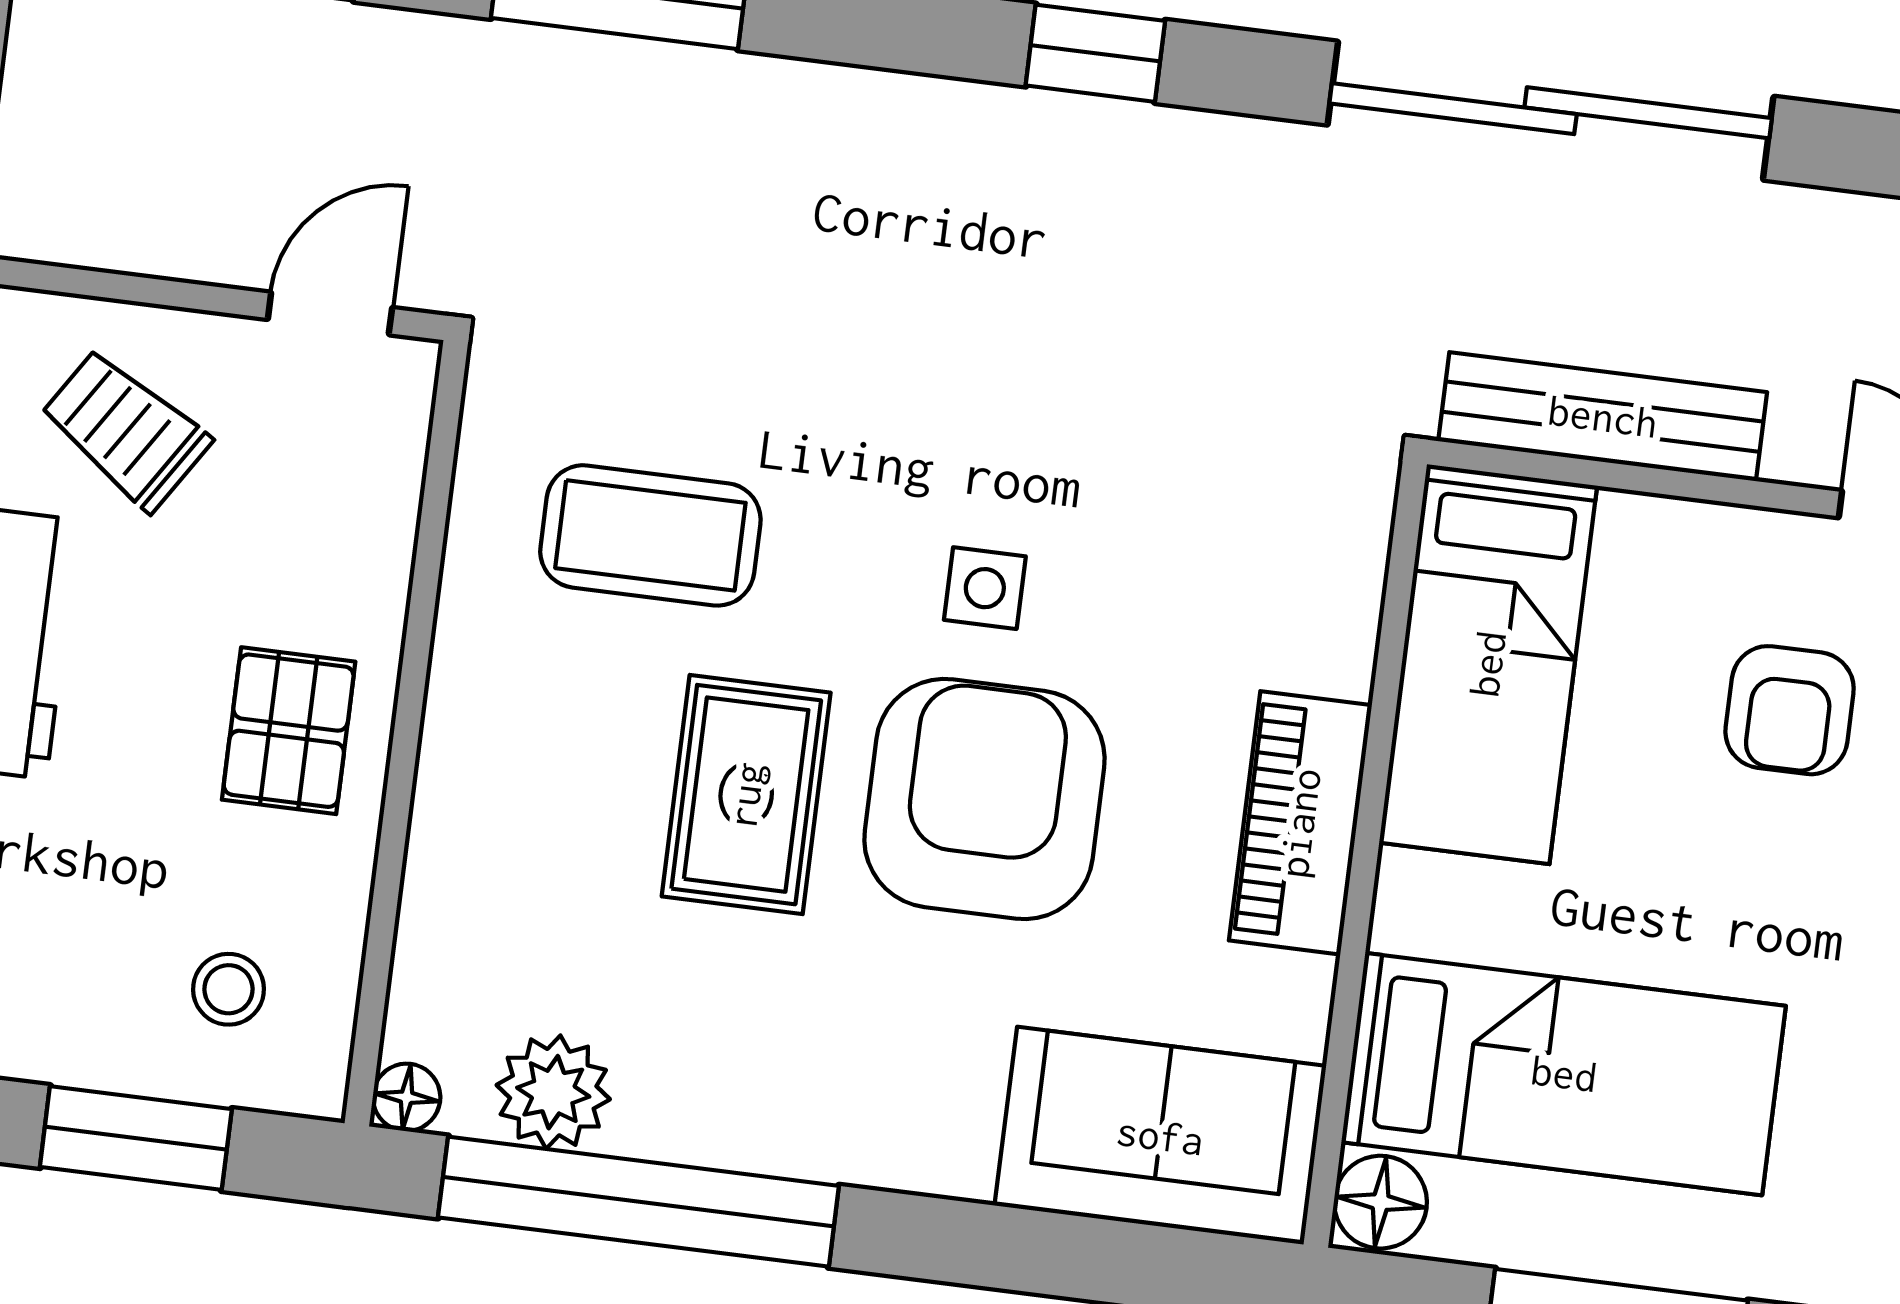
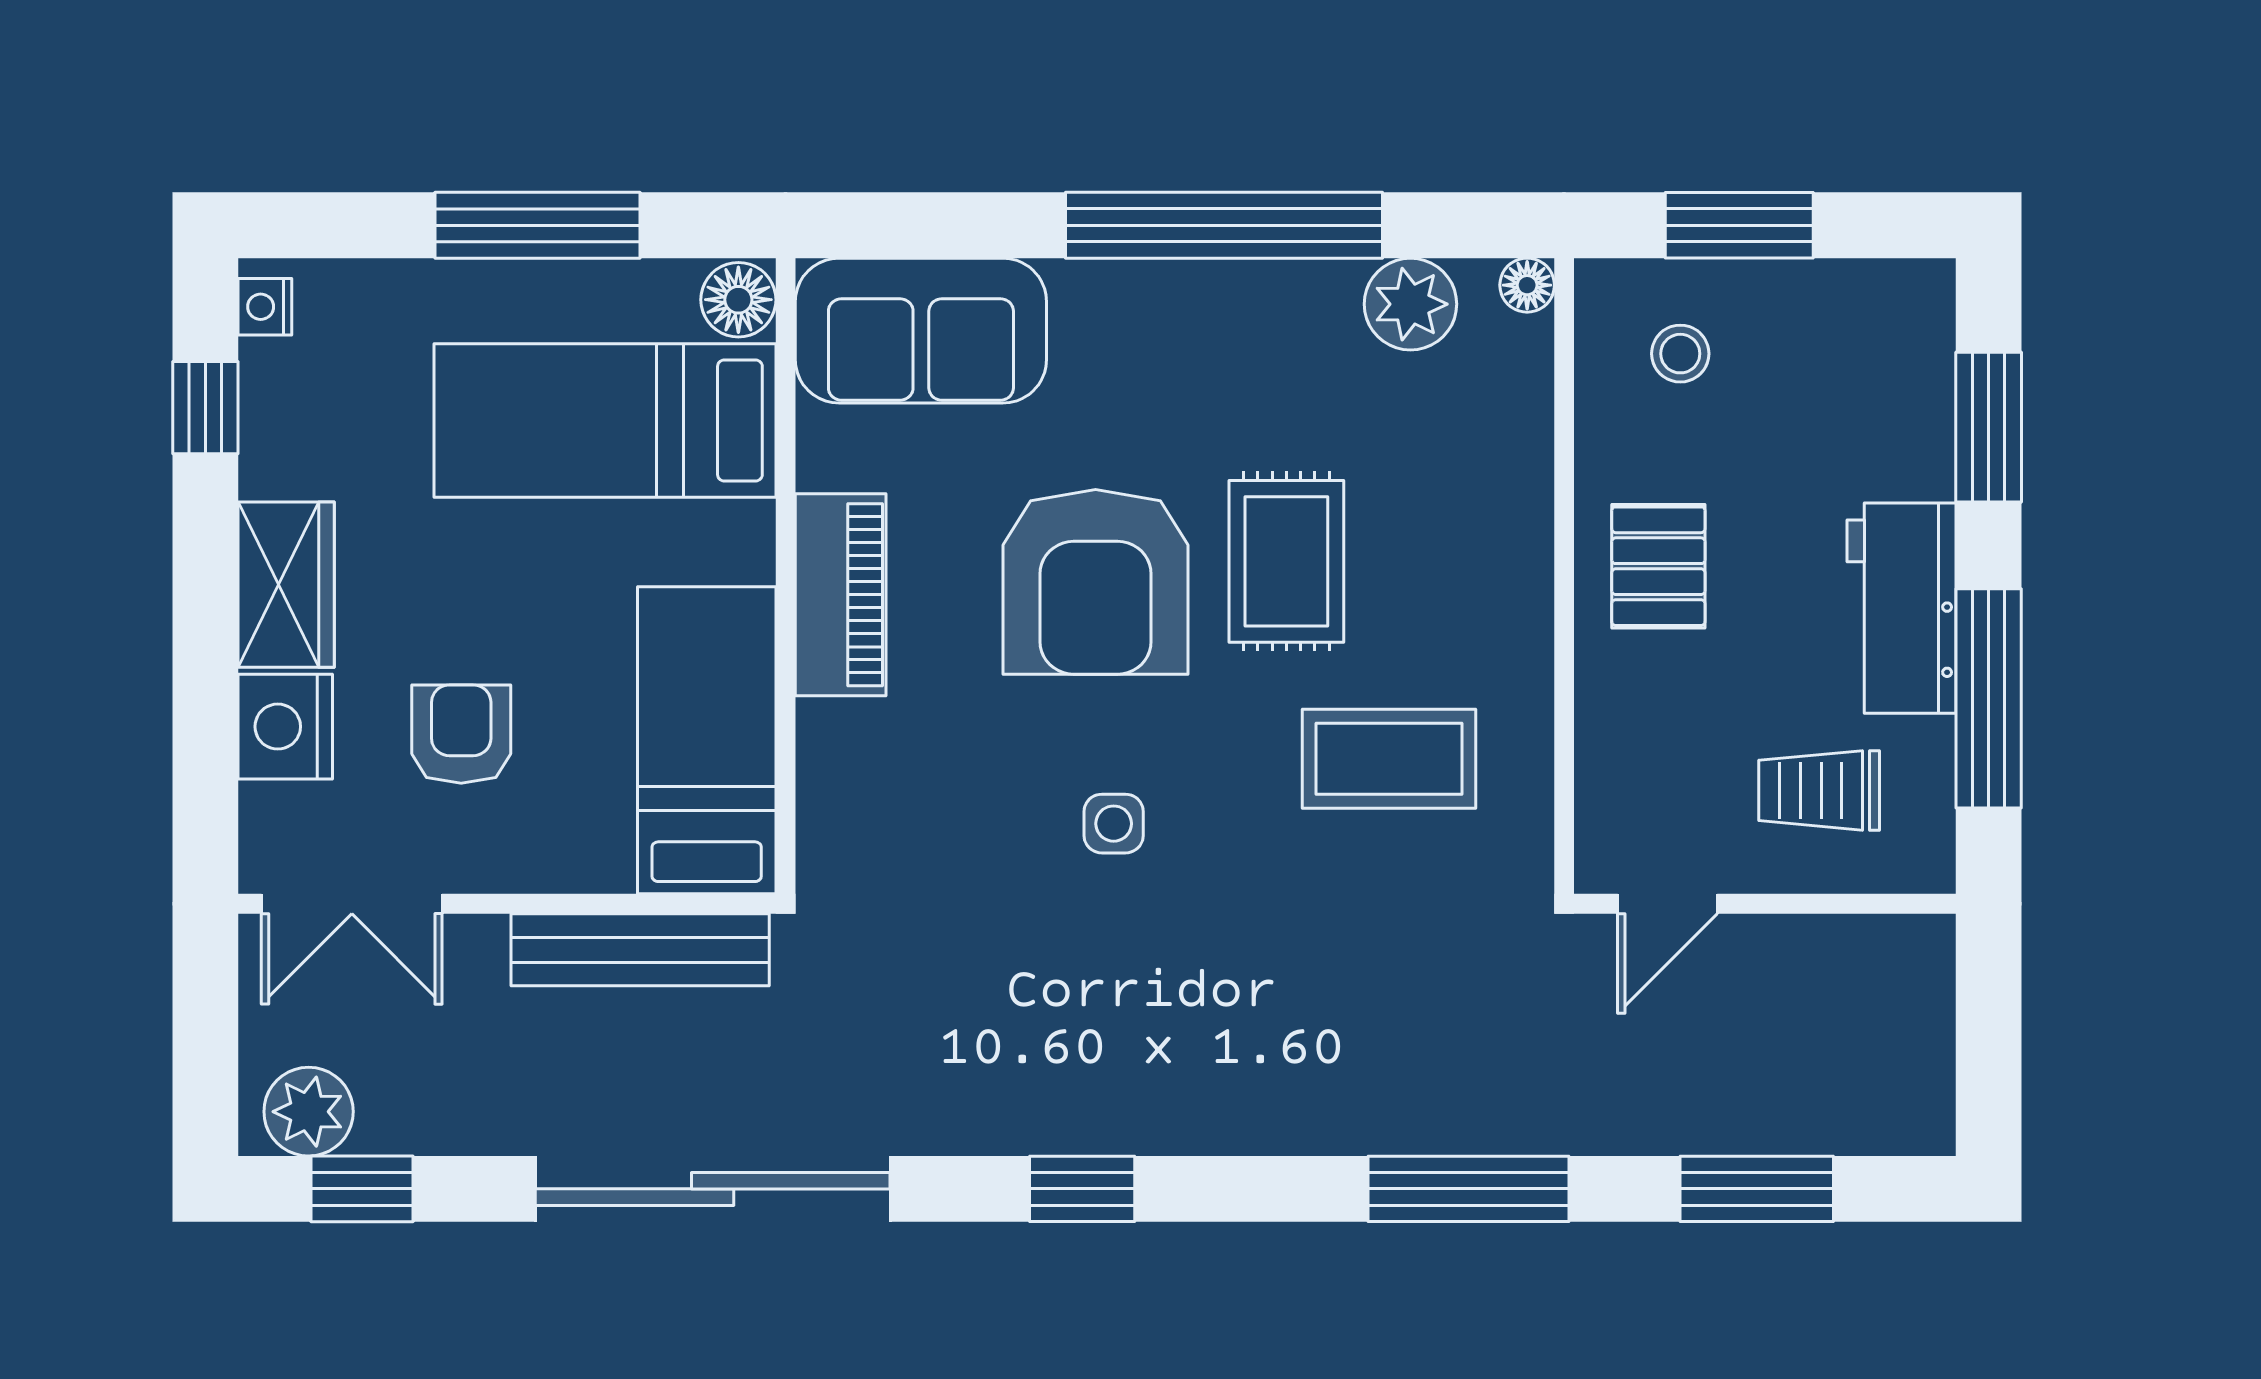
trolley: (125, 429) -> (1819, 790), turned 147
side table: (985, 588) -> (1114, 824), moved
window: (638, 1202) -> (1224, 225), moved

